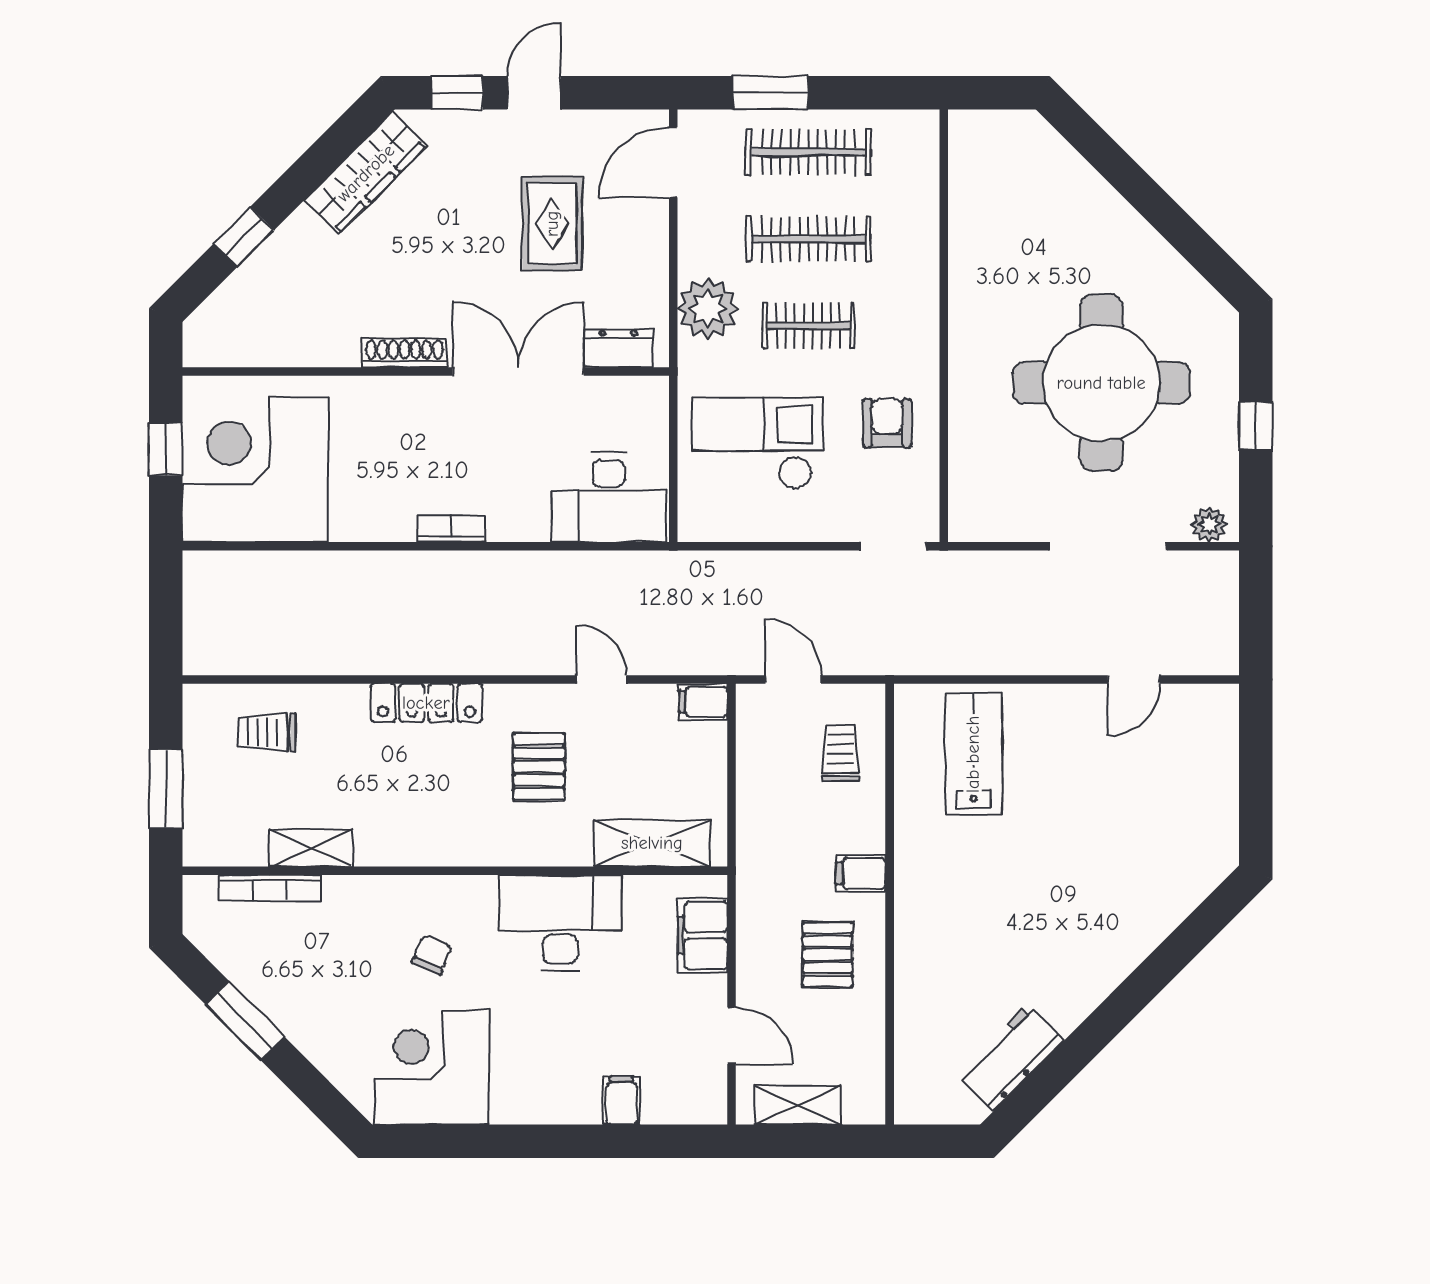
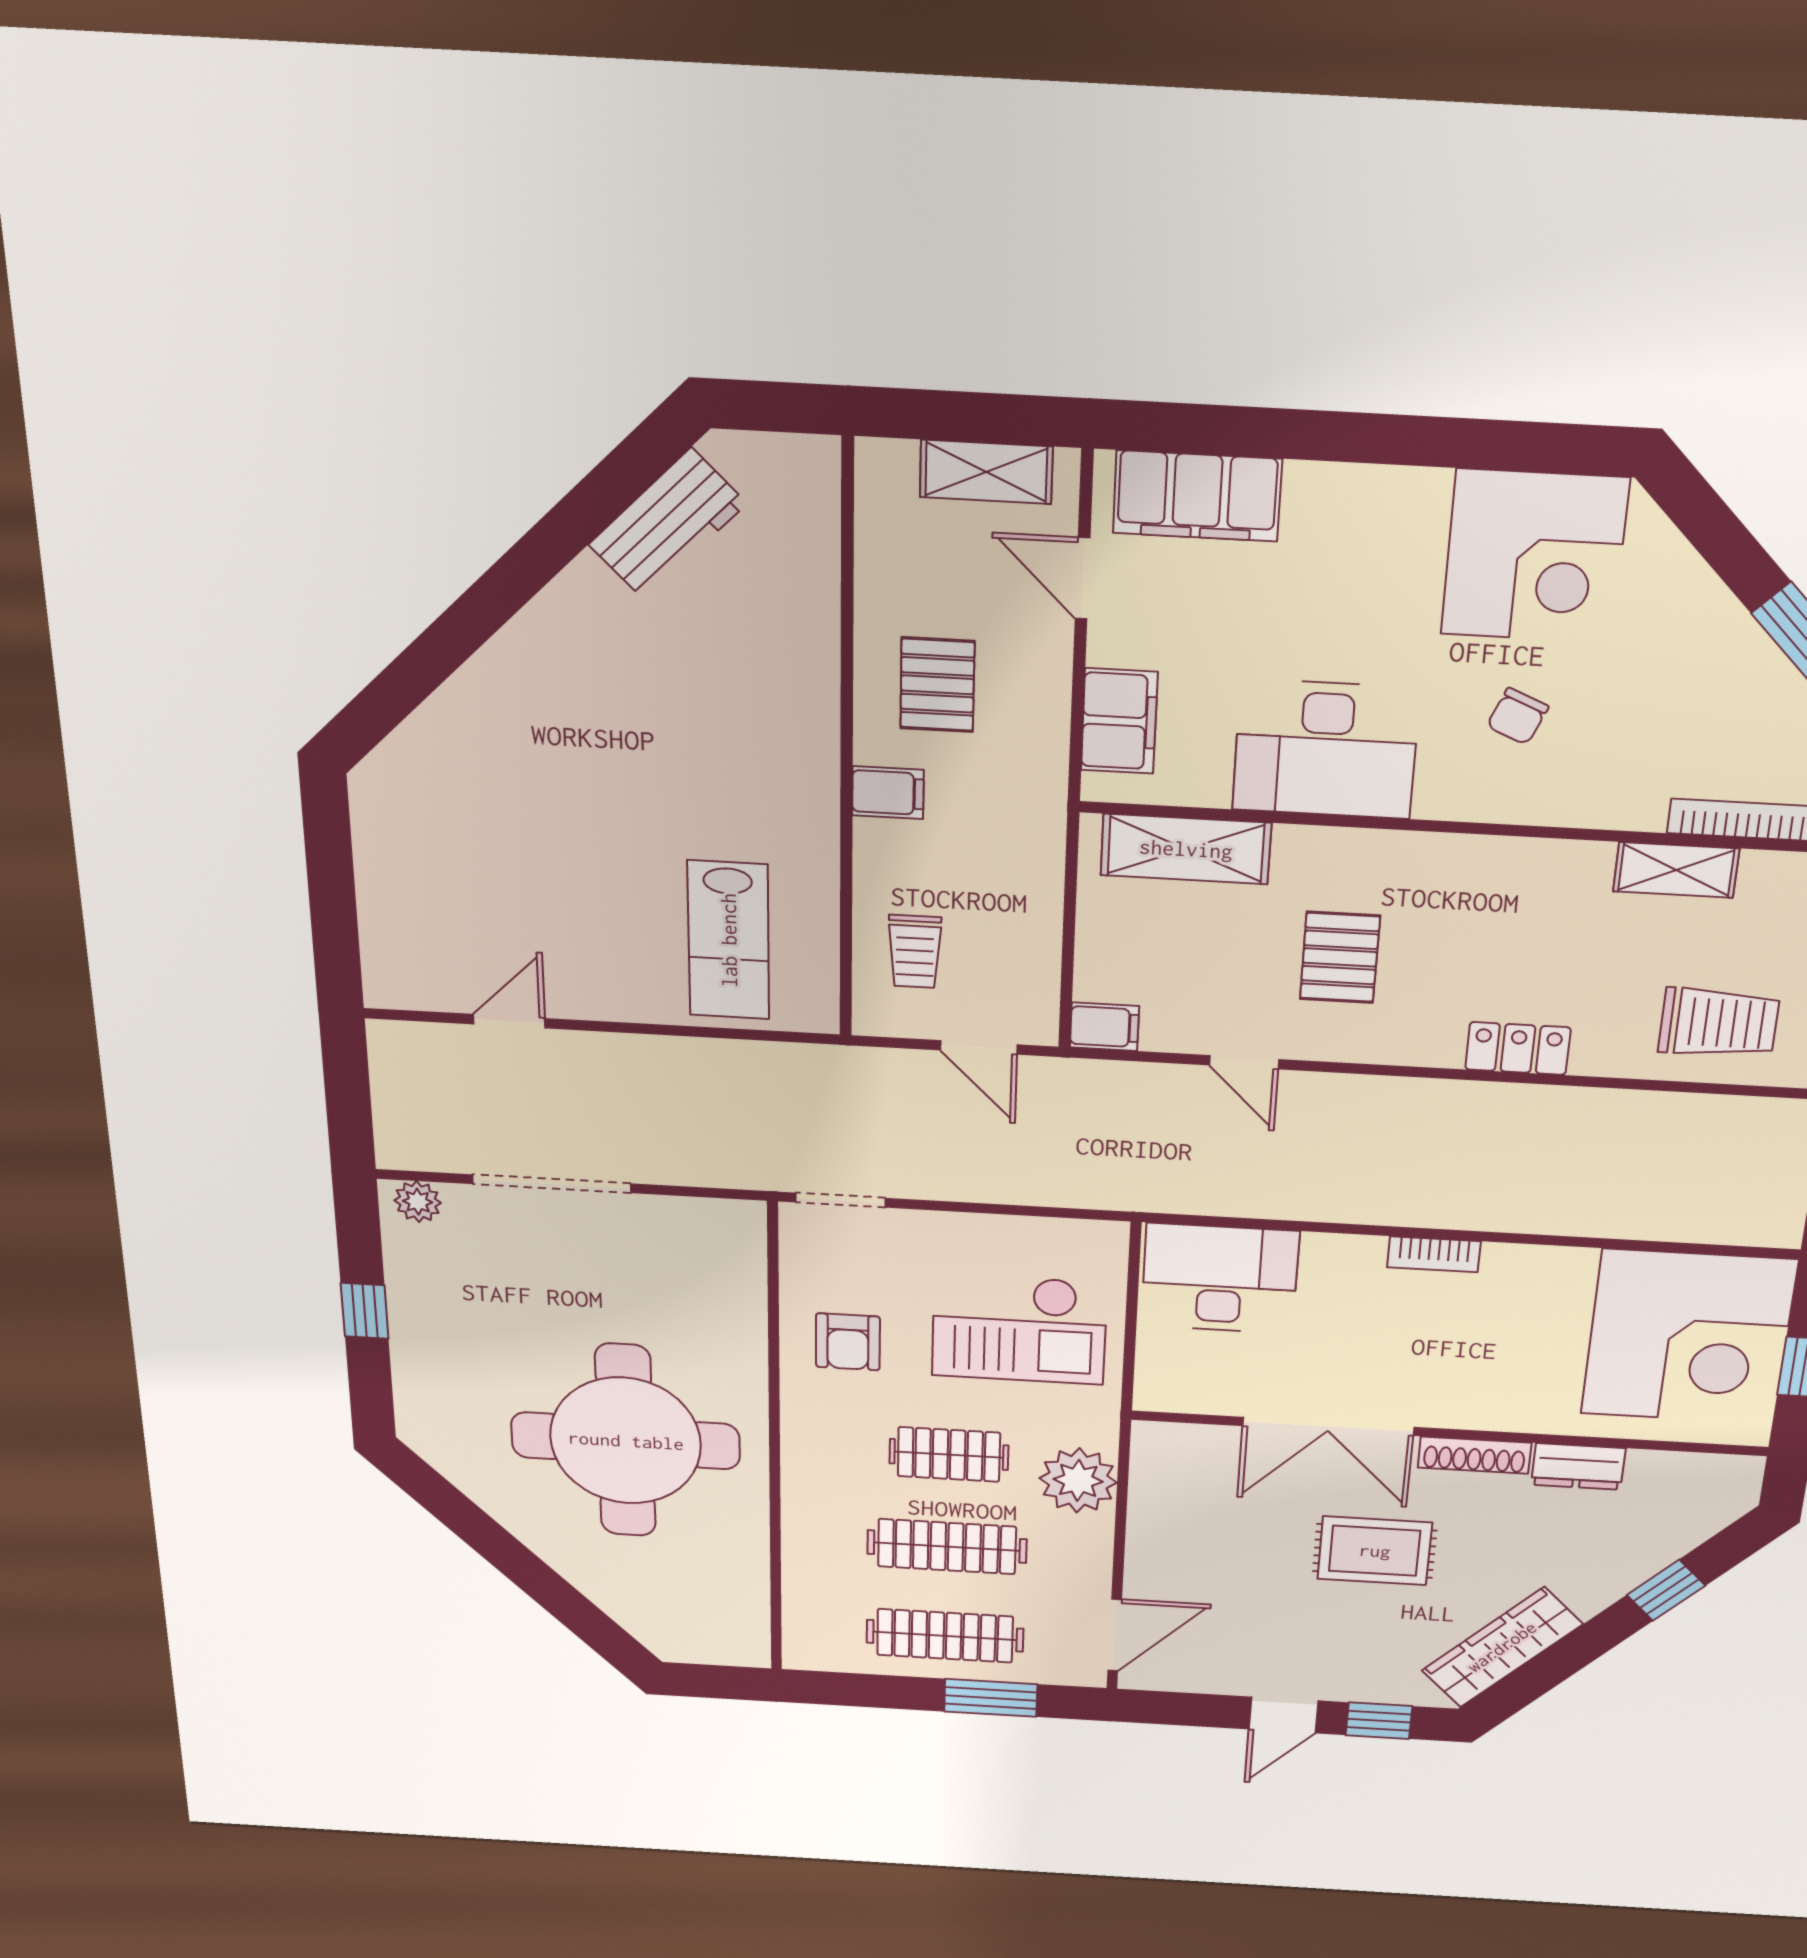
rug: (552, 224) -> (1375, 1551), moved, turned 90
dresser: (618, 348) -> (1578, 1467), moved
round table: (1101, 383) -> (626, 1441), moved
locker: (426, 703) -> (1518, 1048), width x0.66
trolley: (266, 732) -> (1719, 1023), width x1.36, depth x1.39
filing cabinet: (622, 1100) -> (1197, 496), width x3.00, depth x1.17

